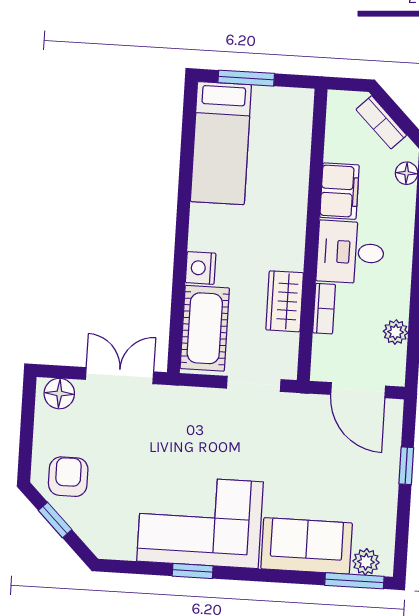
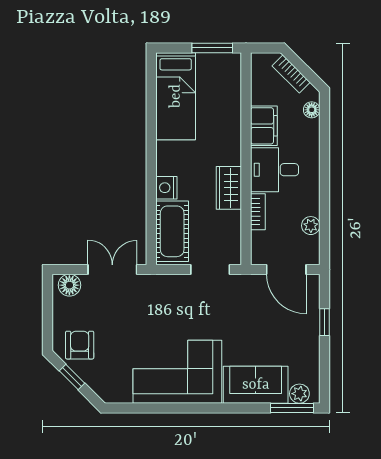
window: (246, 78) -> (212, 48), moved
wardrobe: (285, 301) -> (229, 188), moved
window: (193, 571) -> (174, 408), removed

